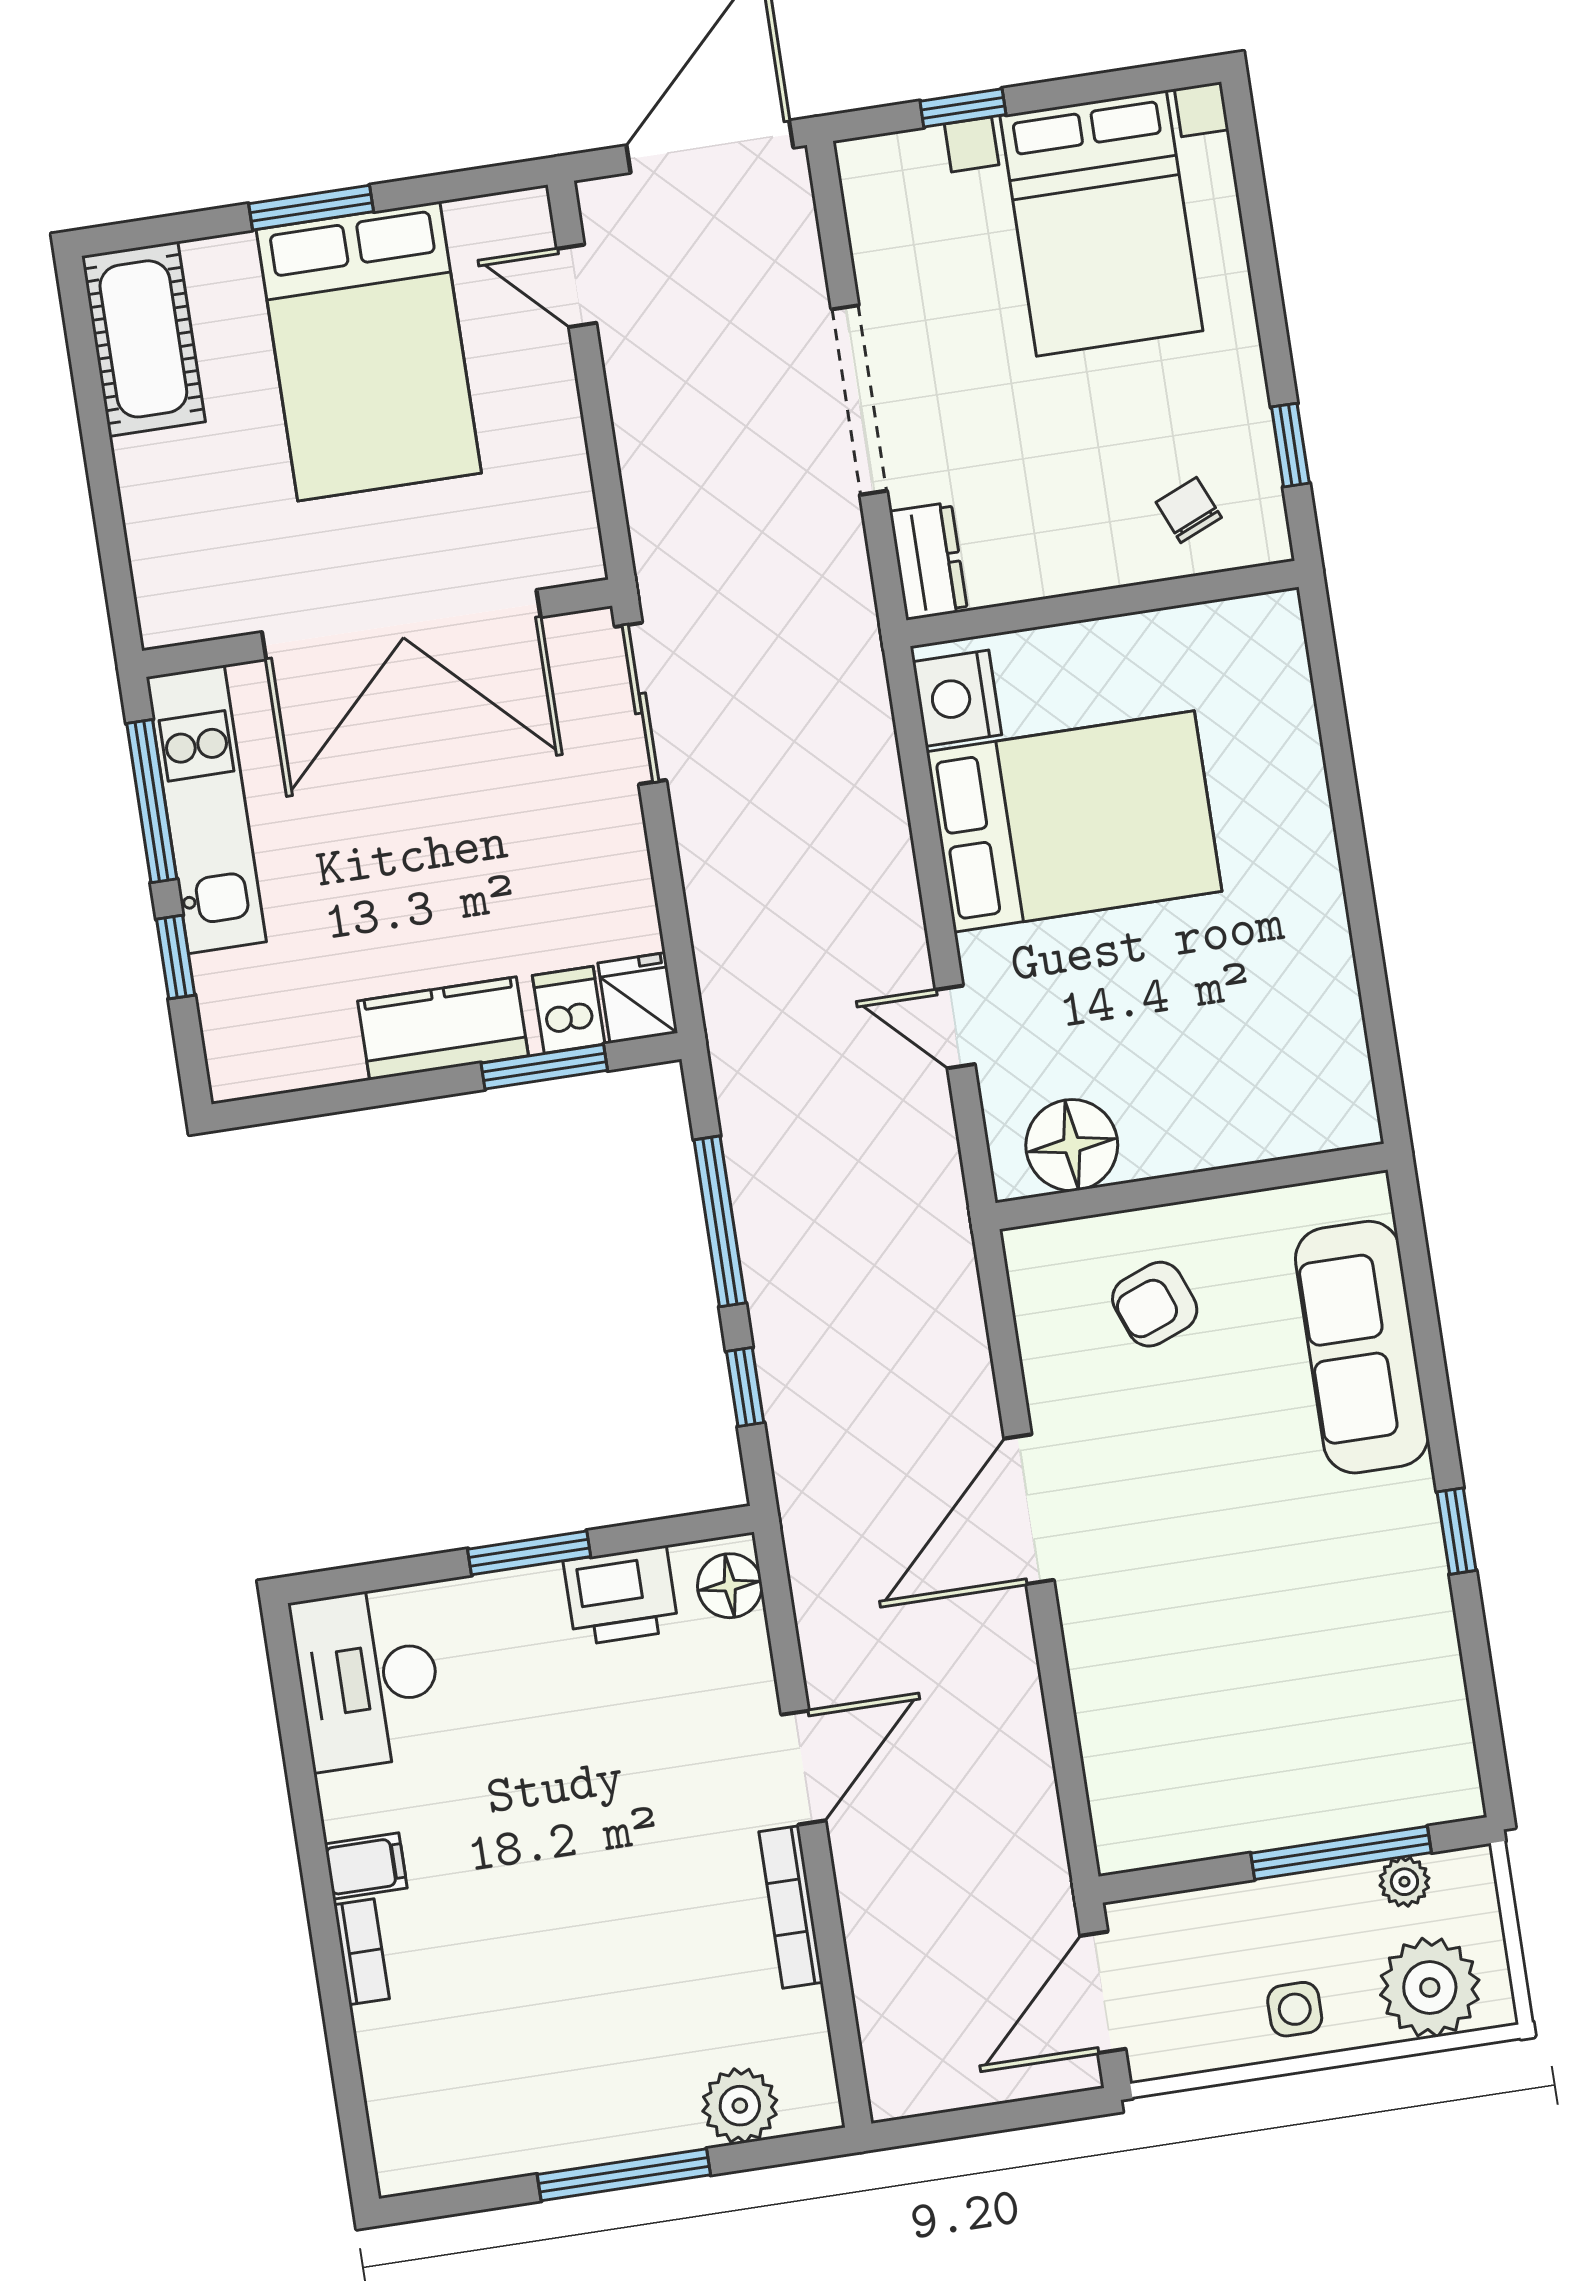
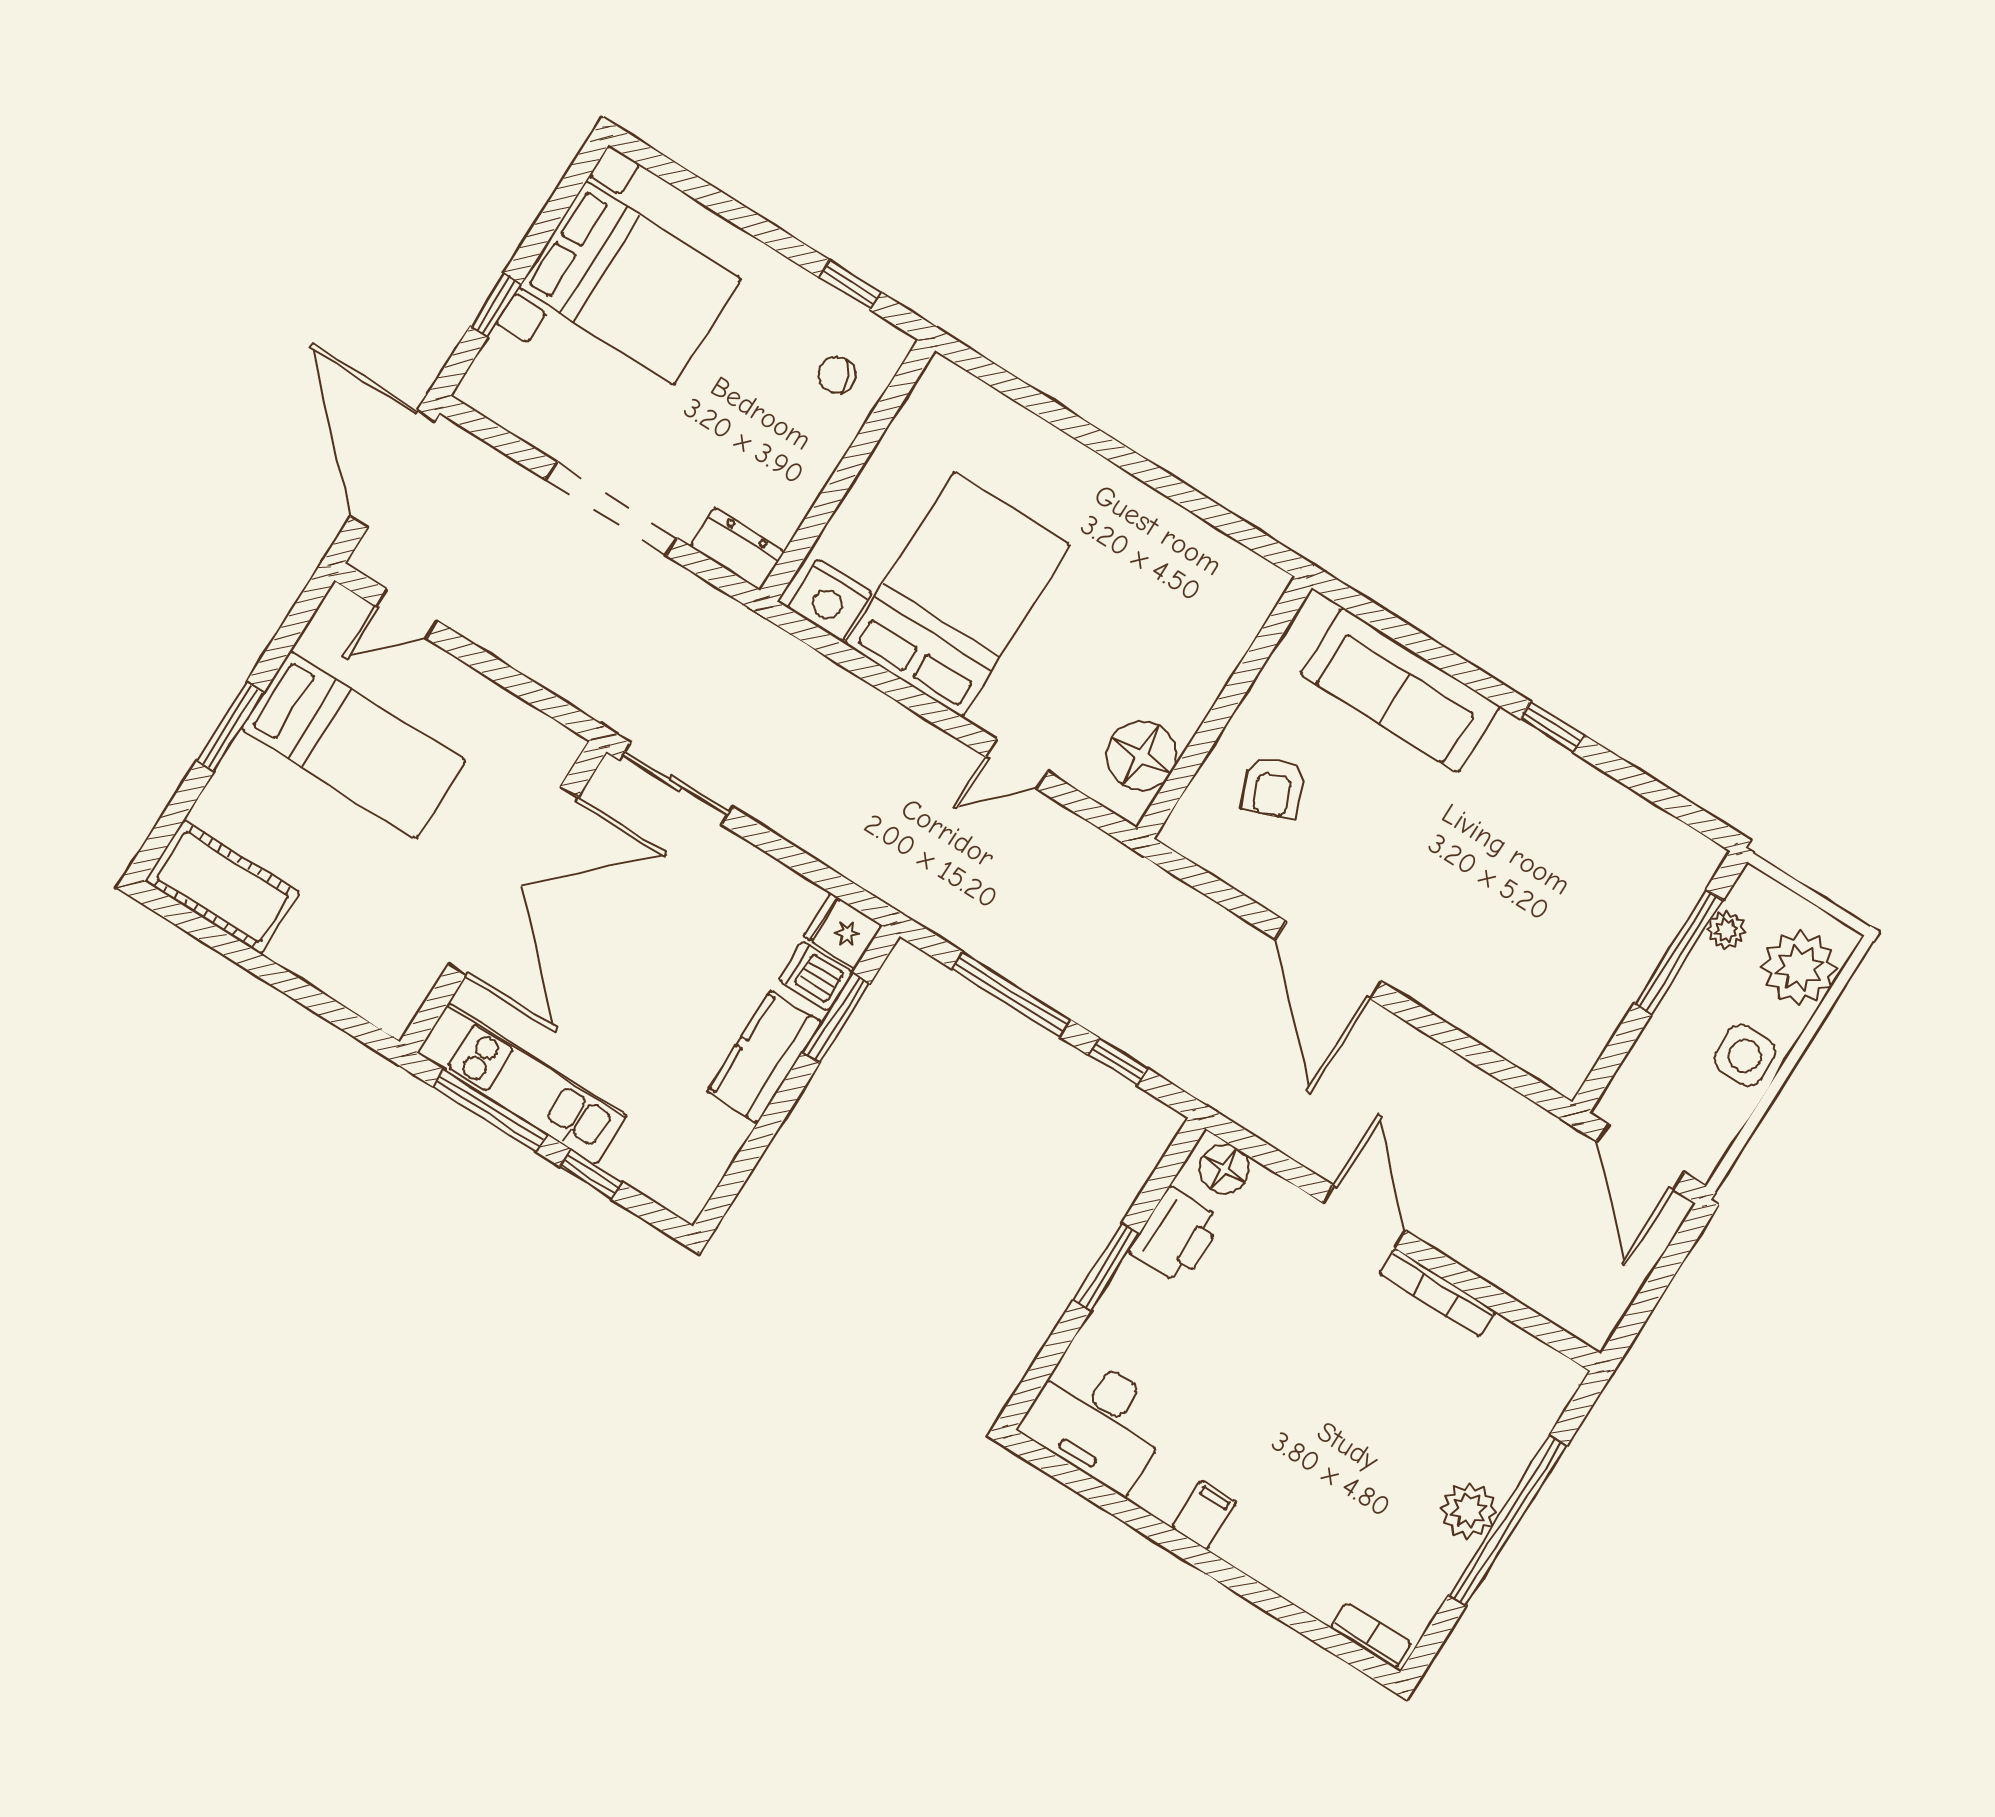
bed: (369, 351) -> (353, 745), width x0.67
bookcase: (362, 1952) -> (1371, 1636), moved
side table: (1295, 2009) -> (1745, 1056), width x1.37, depth x1.37
plant: (740, 2106) -> (1469, 1511), moved
window: (624, 2175) -> (1508, 1520), width x1.46

